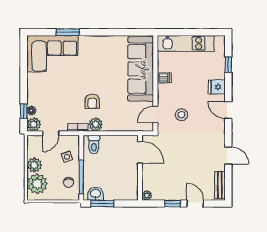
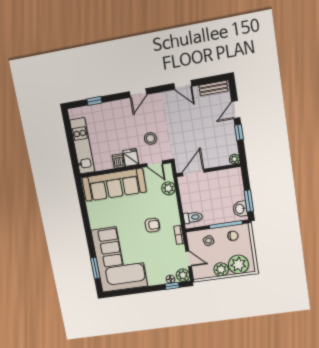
window: (68, 32) -> (95, 268), moved
corner sofa: (52, 54) -> (119, 258), width x1.36, depth x1.36
fridge: (217, 87) -> (131, 158), moved, turned 180
plant: (96, 124) -> (168, 188), moved
door: (228, 156) -> (183, 85), swing flipped

